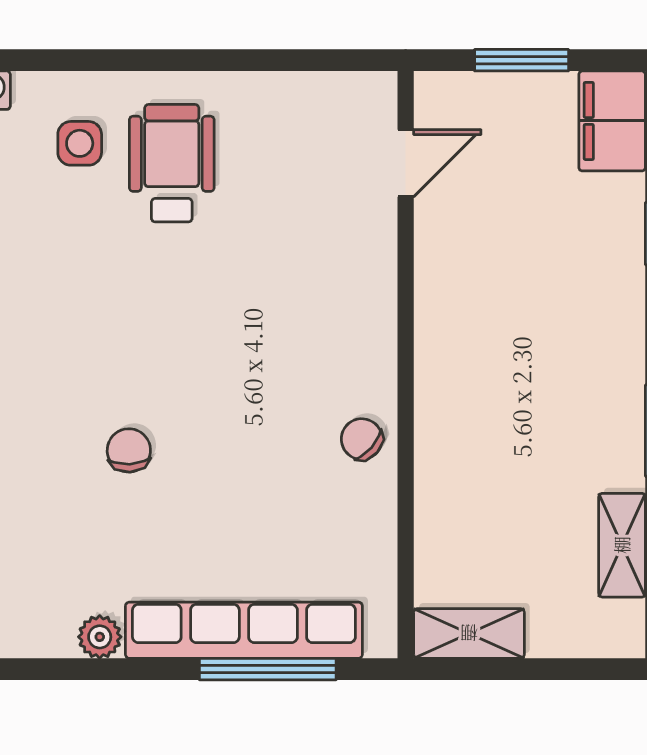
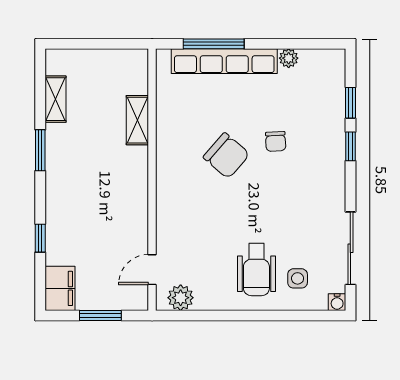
plant: (342, 100) -> (181, 298), added
chair: (362, 439) -> (226, 156), moved, width x1.87, depth x1.87
shelving: (469, 633) -> (137, 120), moved, turned 90

